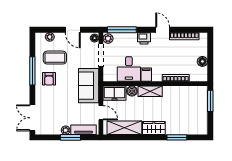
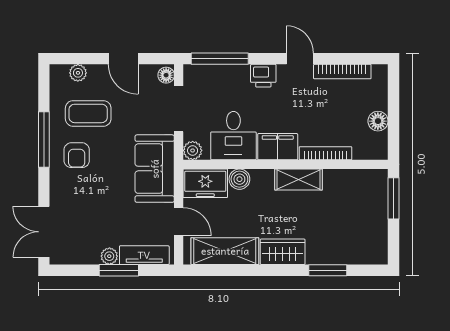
plant: (108, 39) -> (193, 150), moved
filing cabinet: (146, 75) -> (278, 147), width x2.00
shelving: (150, 91) -> (298, 179), moved

